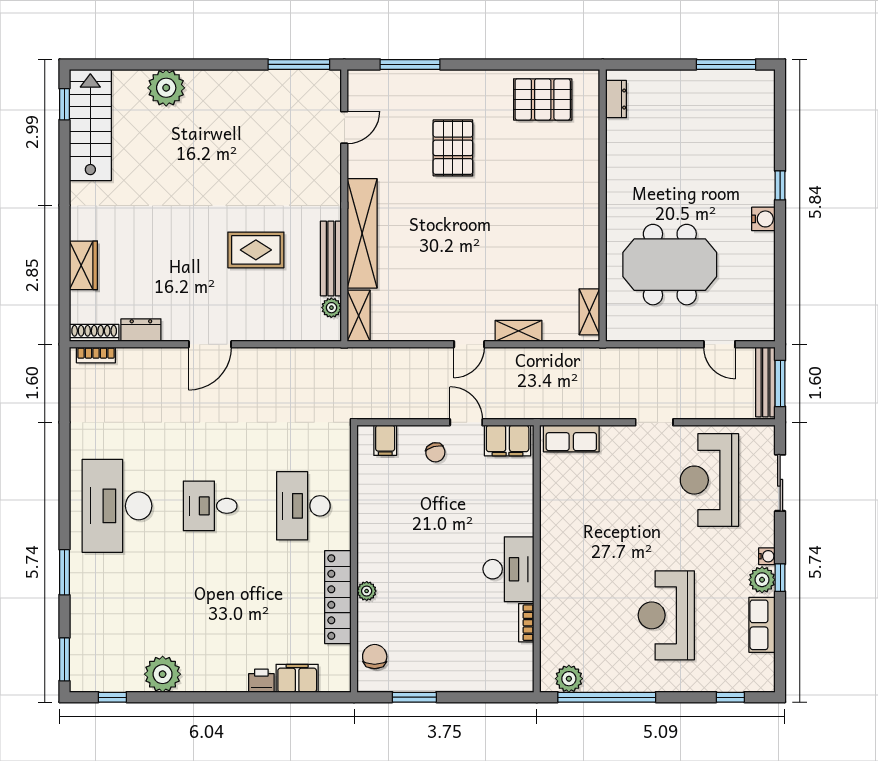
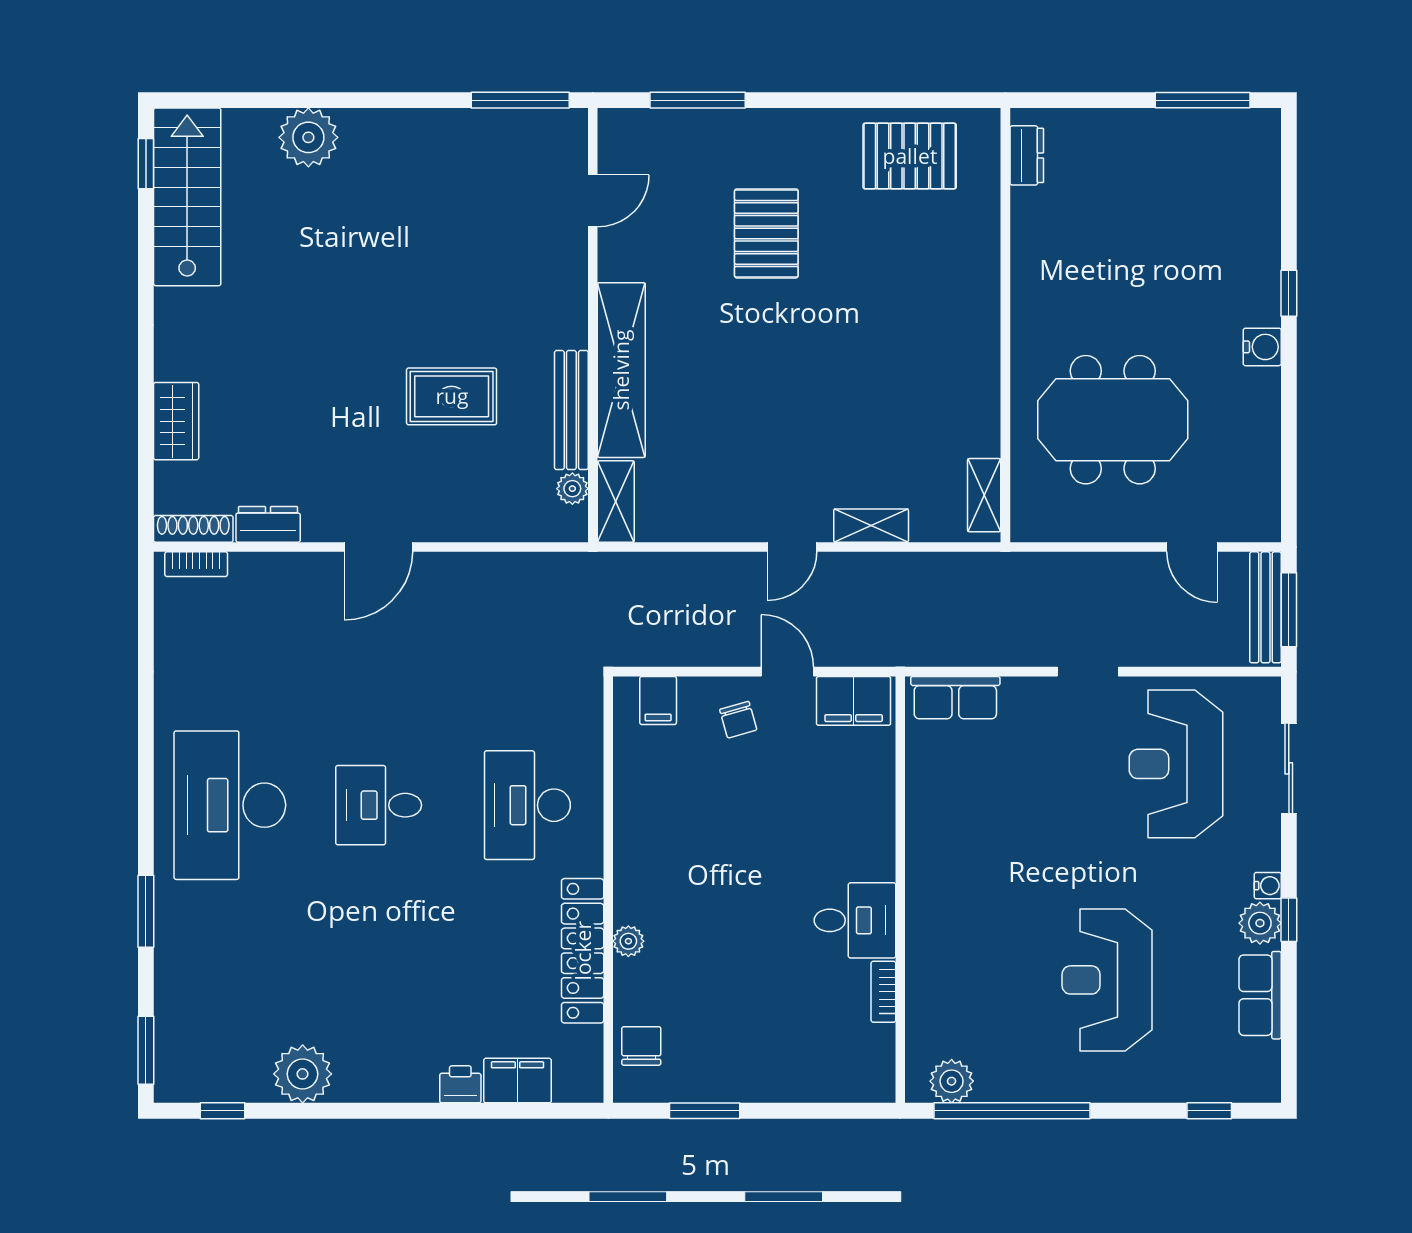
desk: (508, 569) -> (855, 920), width x0.73

